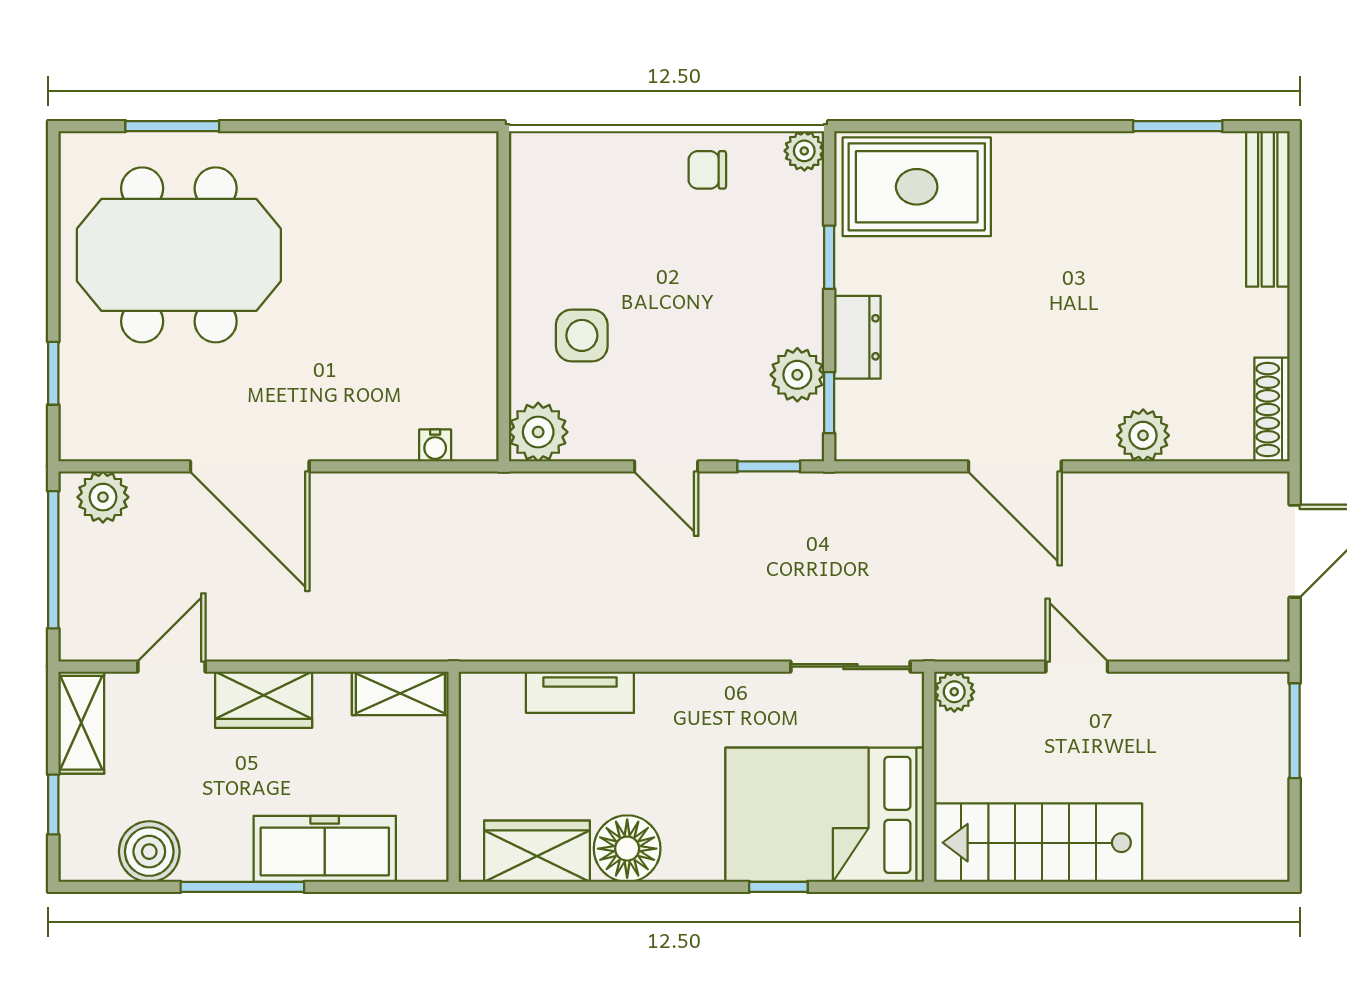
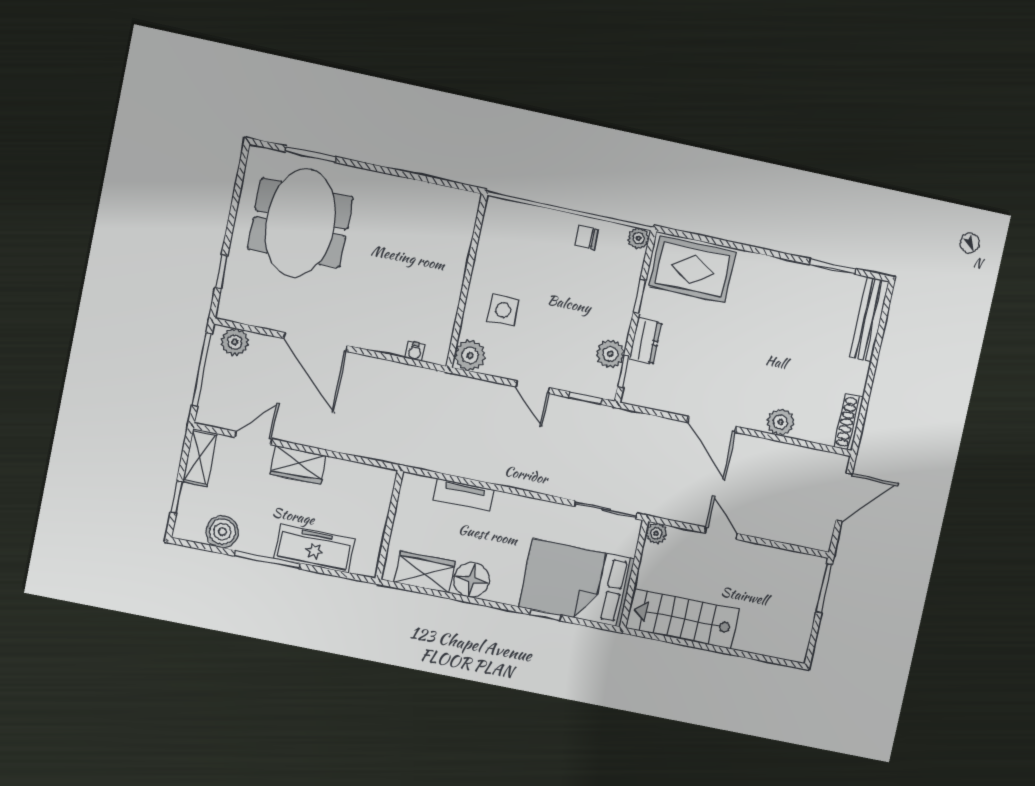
meeting table: (179, 255) -> (300, 223), turned 90
shelving: (400, 693) -> (370, 476), removed

